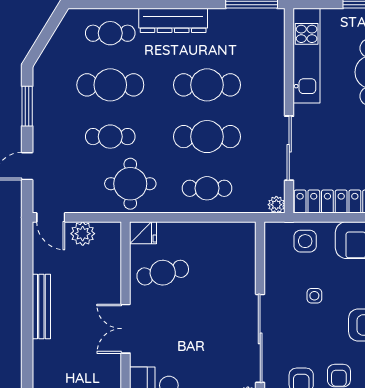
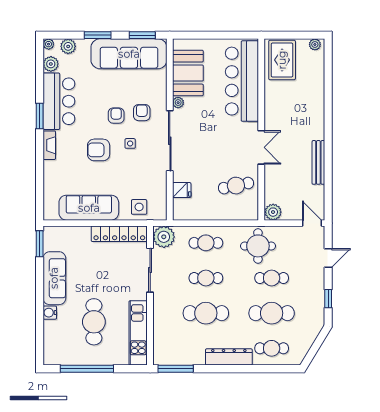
window: (27, 106) -> (328, 299), width x0.67
cafe table: (207, 137) -> (206, 278), width x0.73, depth x0.74
plant: (276, 205) -> (164, 237), width x1.87, depth x1.87
fridge: (143, 233) -> (182, 190), moved, turned 180
plant: (83, 234) -> (273, 212), moved
side table: (314, 296) -> (130, 143), moved

